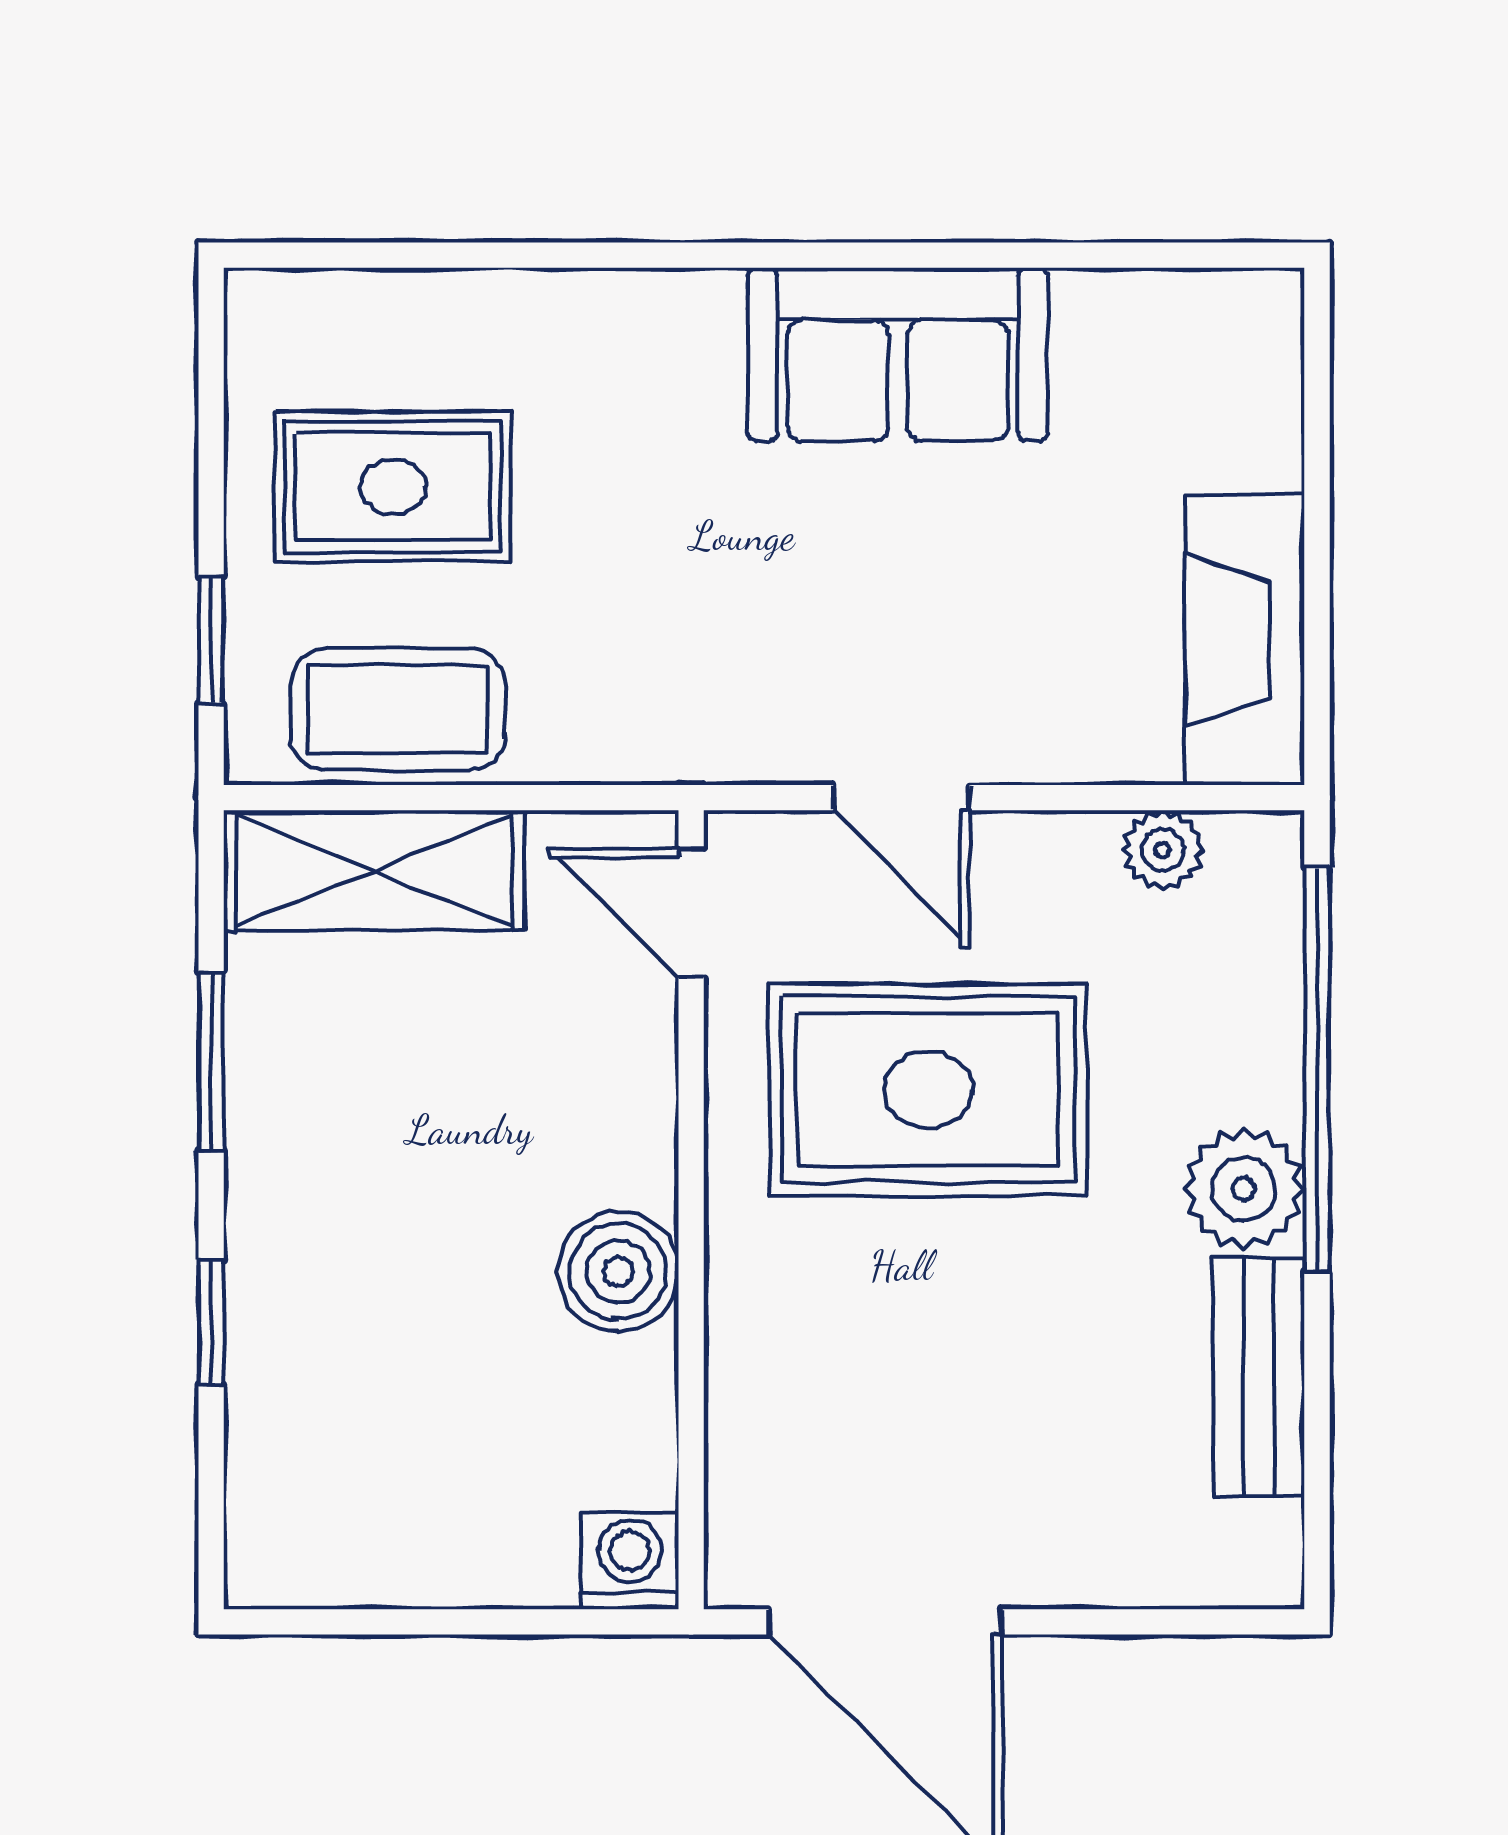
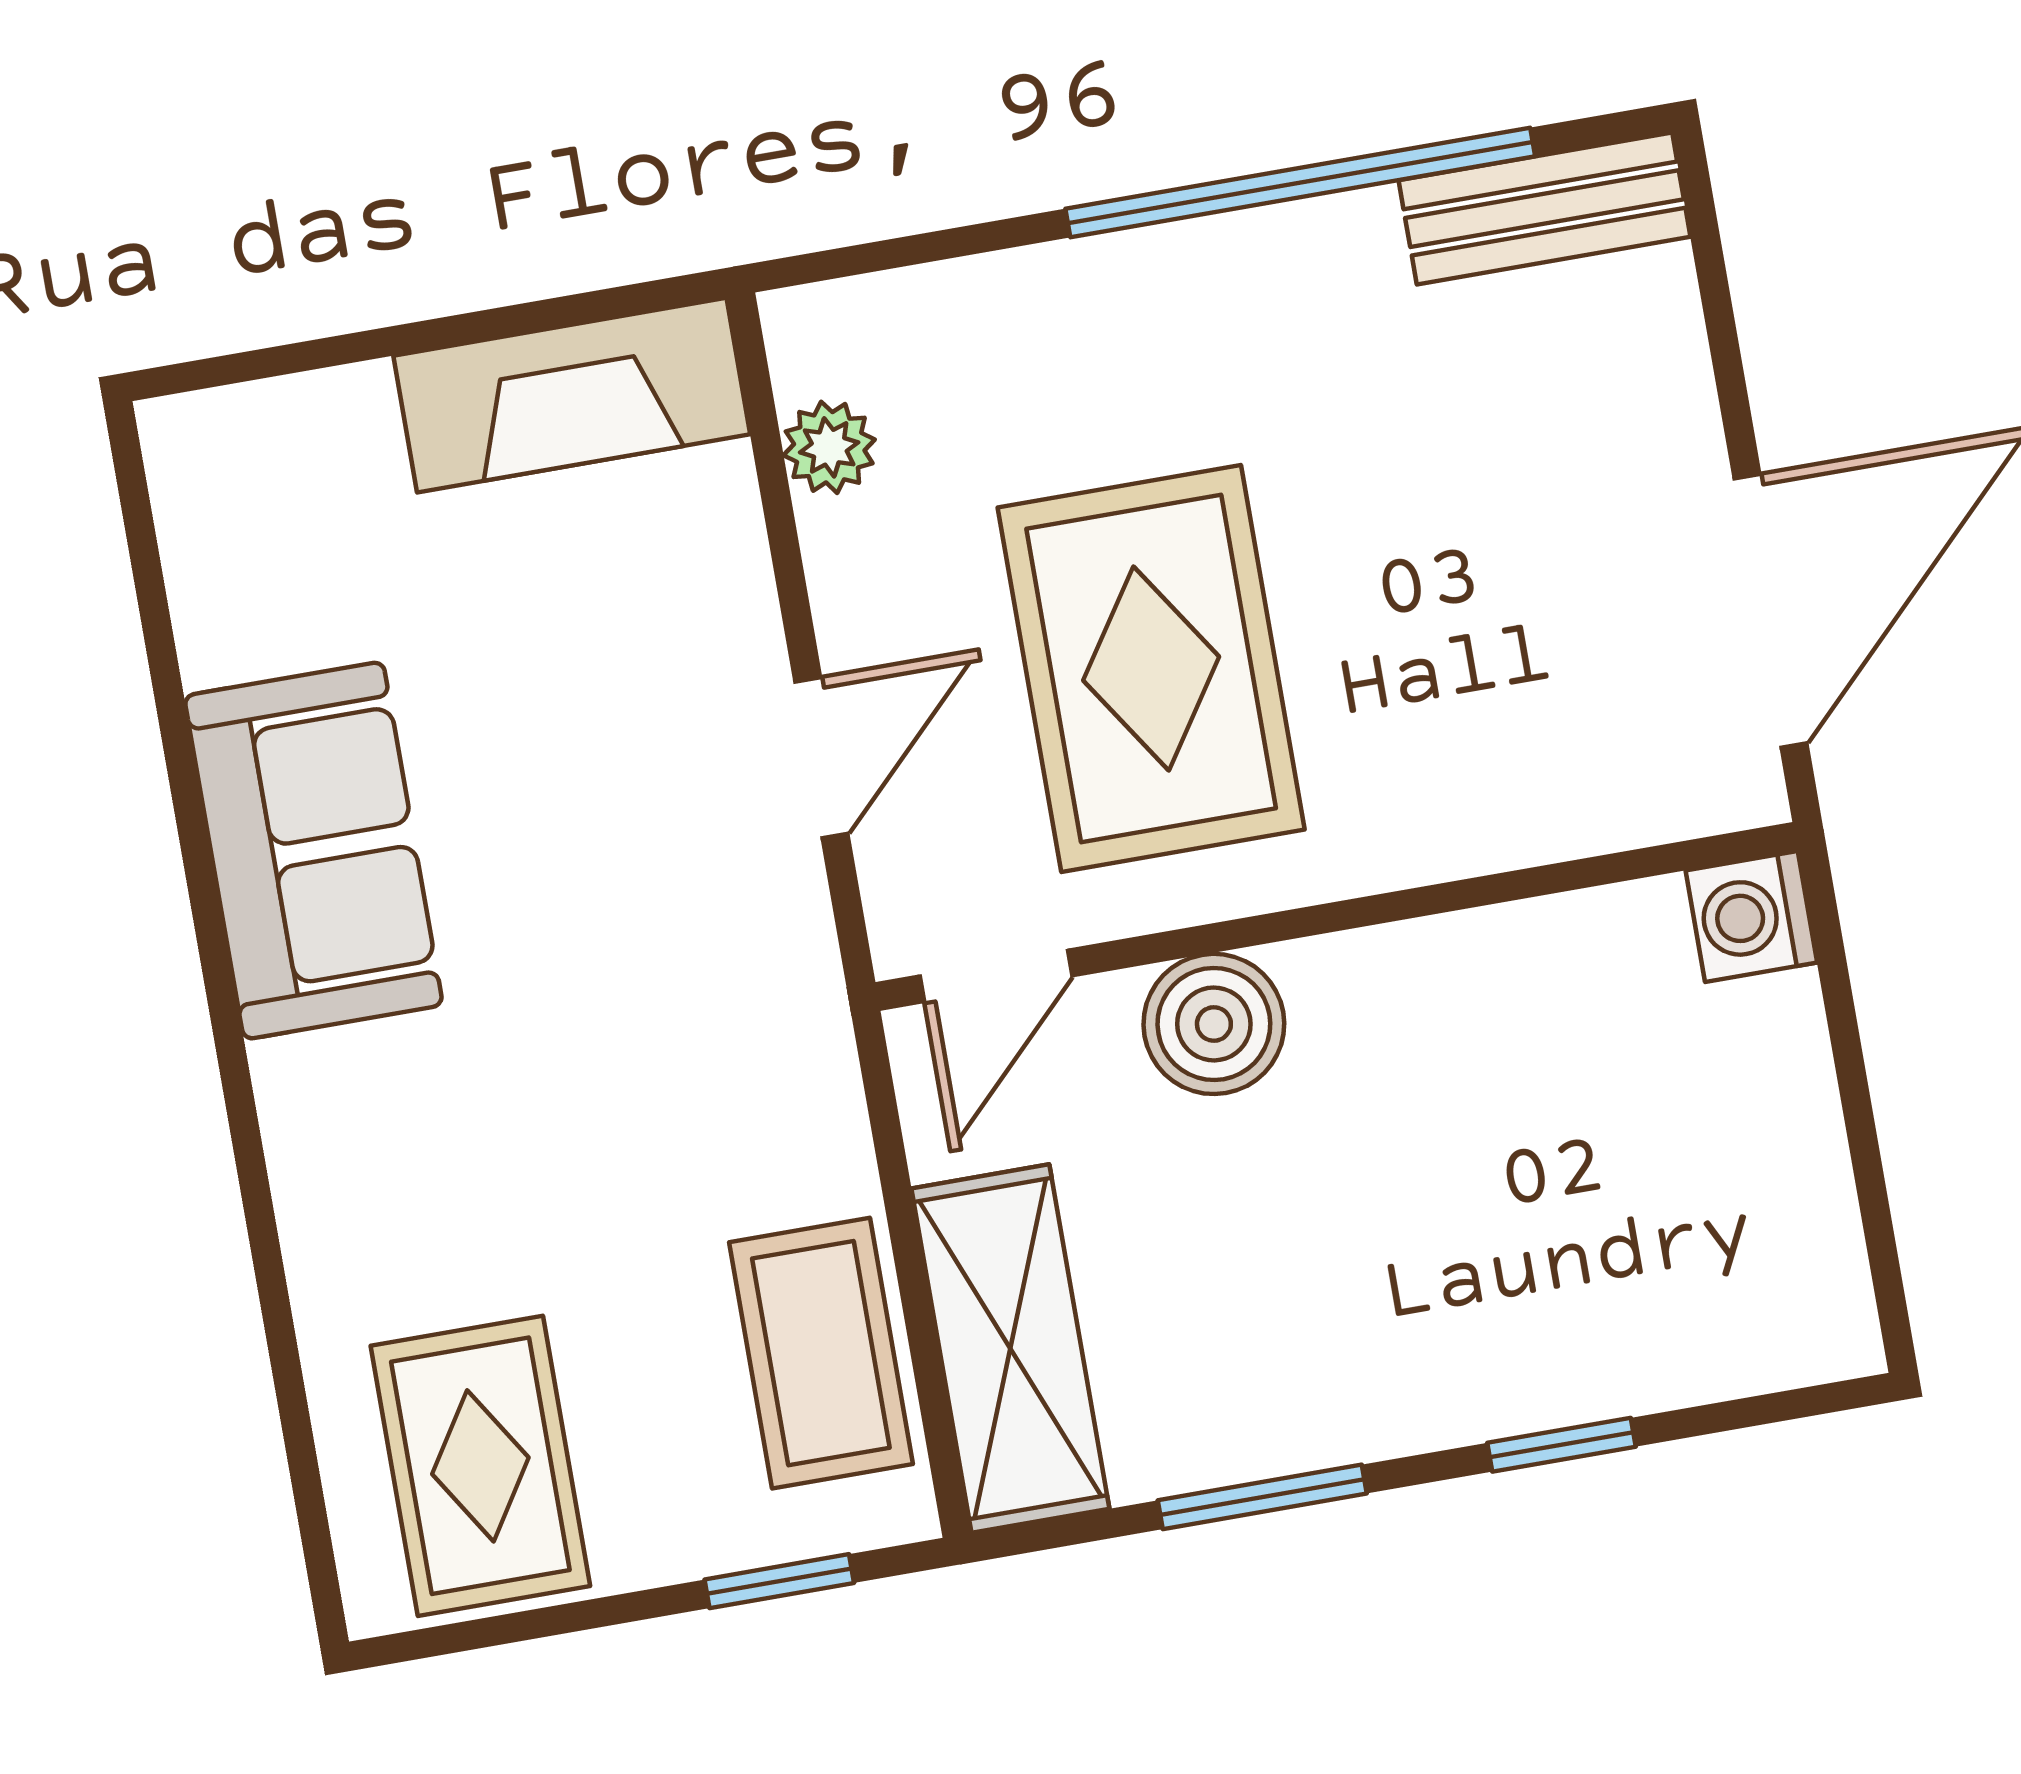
rug: (393, 487) -> (480, 1466), moved
window: (1317, 1070) -> (1300, 183), moved
plant: (1244, 1189) -> (1202, 286), removed
boiler: (618, 1271) -> (1214, 1024), moved
bench: (1259, 1377) -> (1544, 209), moved

